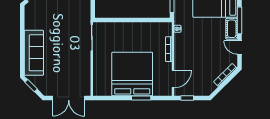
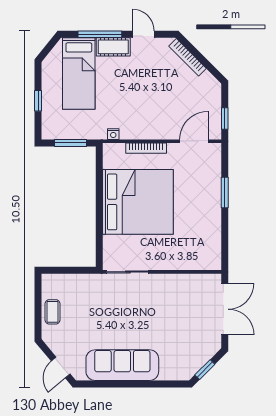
door: (239, 47) -> (143, 34), swing flipped
sofa: (34, 53) -> (122, 365), moved
bed: (132, 74) -> (138, 202), moved, turned 180
door: (173, 79) -> (194, 141), hinge flipped

